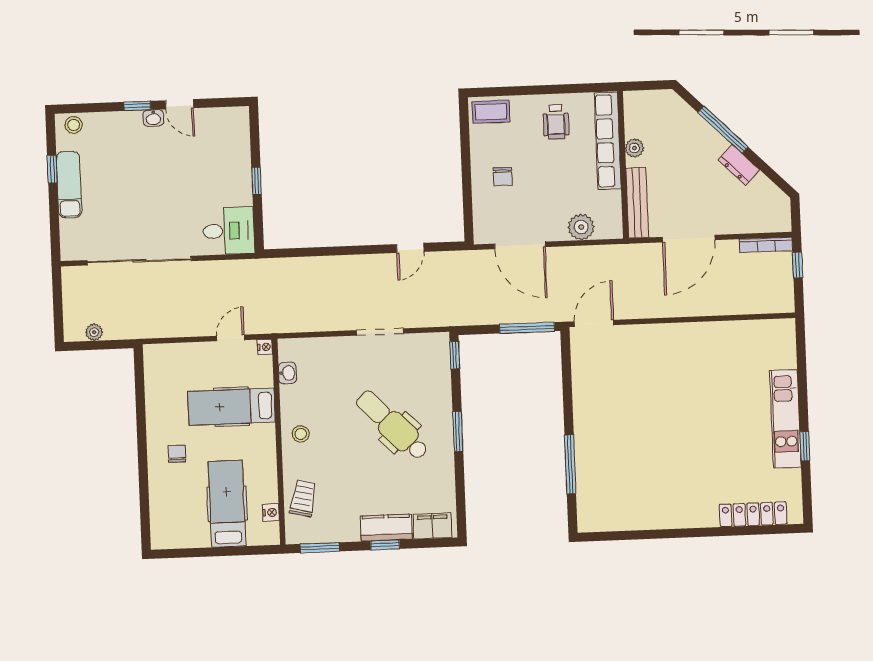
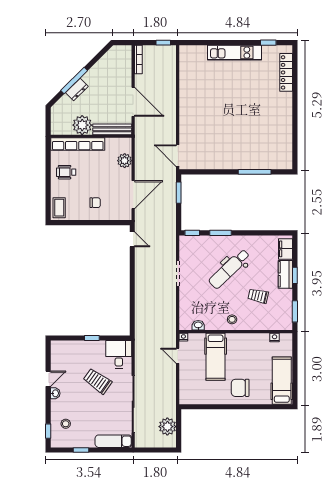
window: (137, 106) -> (48, 431), moved
wheelchair: (556, 122) -> (66, 172), turned 180
stool: (74, 125) -> (66, 424), moved
plant: (634, 148) -> (82, 125), width x1.88, depth x1.88
dresser: (739, 165) -> (77, 89), moved
exam couch: (69, 185) -> (113, 441), moved
trolley: (179, 194) -> (97, 381), added
door: (410, 248) -> (132, 239), moved
window: (798, 265) -> (163, 43), moved
window: (527, 328) -> (179, 193), width x0.69
plant: (94, 332) -> (167, 427), width x1.88, depth x1.88
window: (458, 431) -> (220, 233), moved
window: (805, 446) -> (268, 43), moved
chair: (177, 454) -> (240, 388), width x1.87, depth x1.87
trolley: (303, 498) -> (258, 296), moved
hospital bed: (227, 504) -> (282, 381), moved, turned 90

